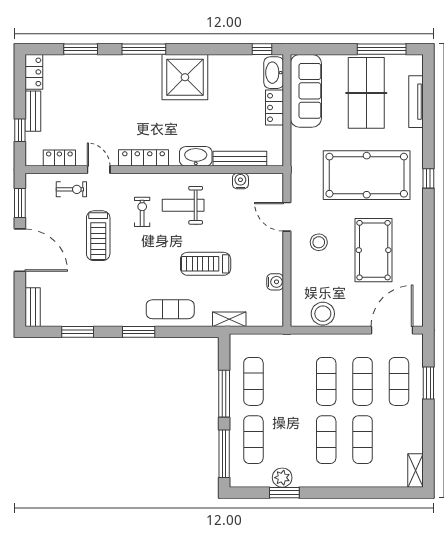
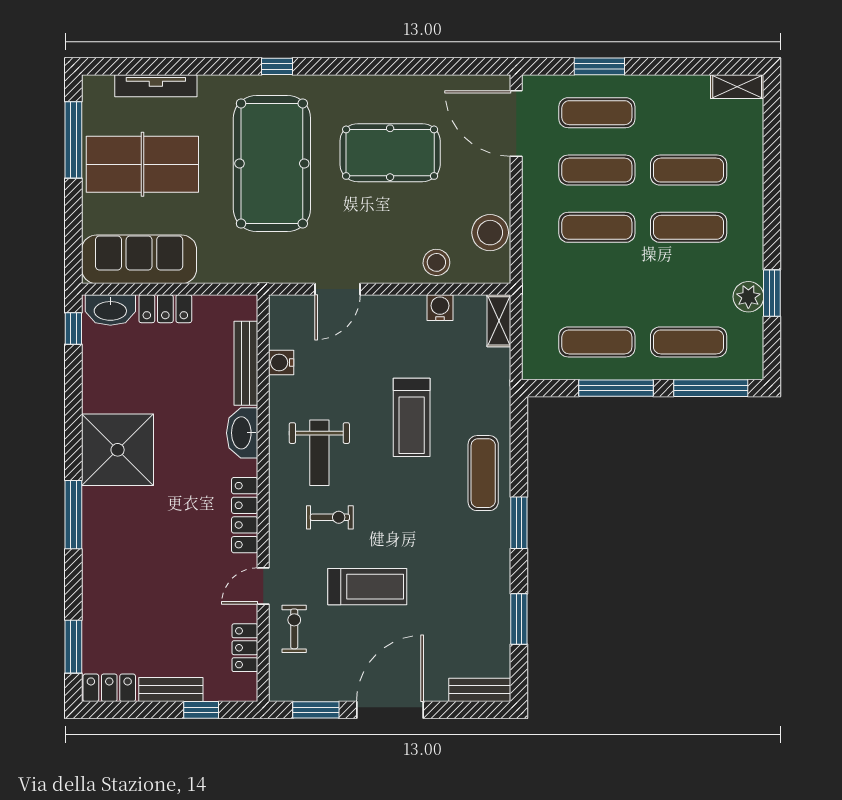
window: (81, 49) -> (73, 647), moved
exercise bike: (142, 212) -> (330, 517), turned 180
stool: (319, 242) -> (436, 262), moved
shelving: (229, 319) -> (499, 321), moved

